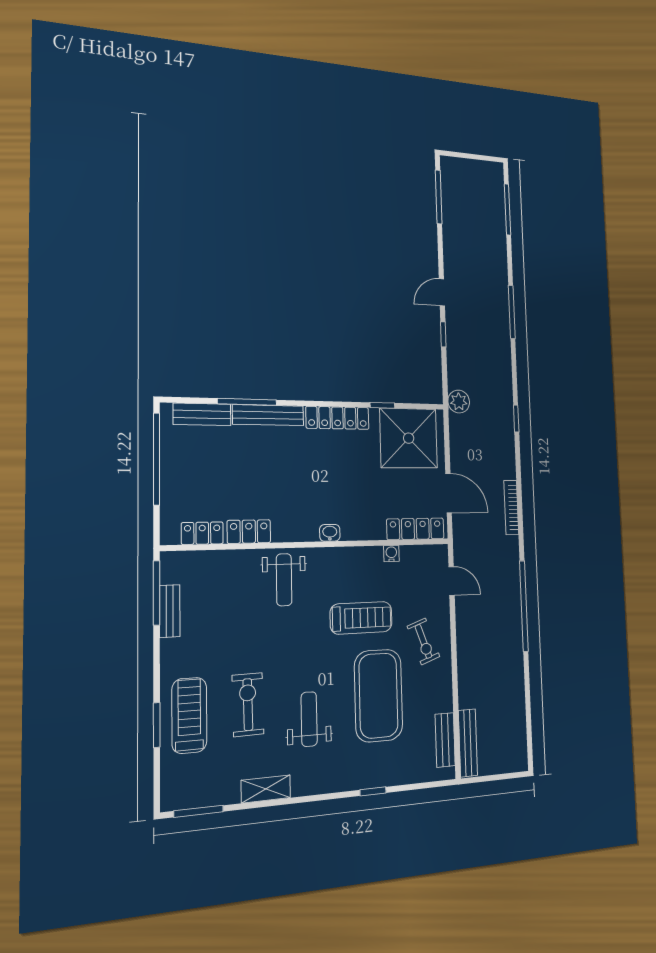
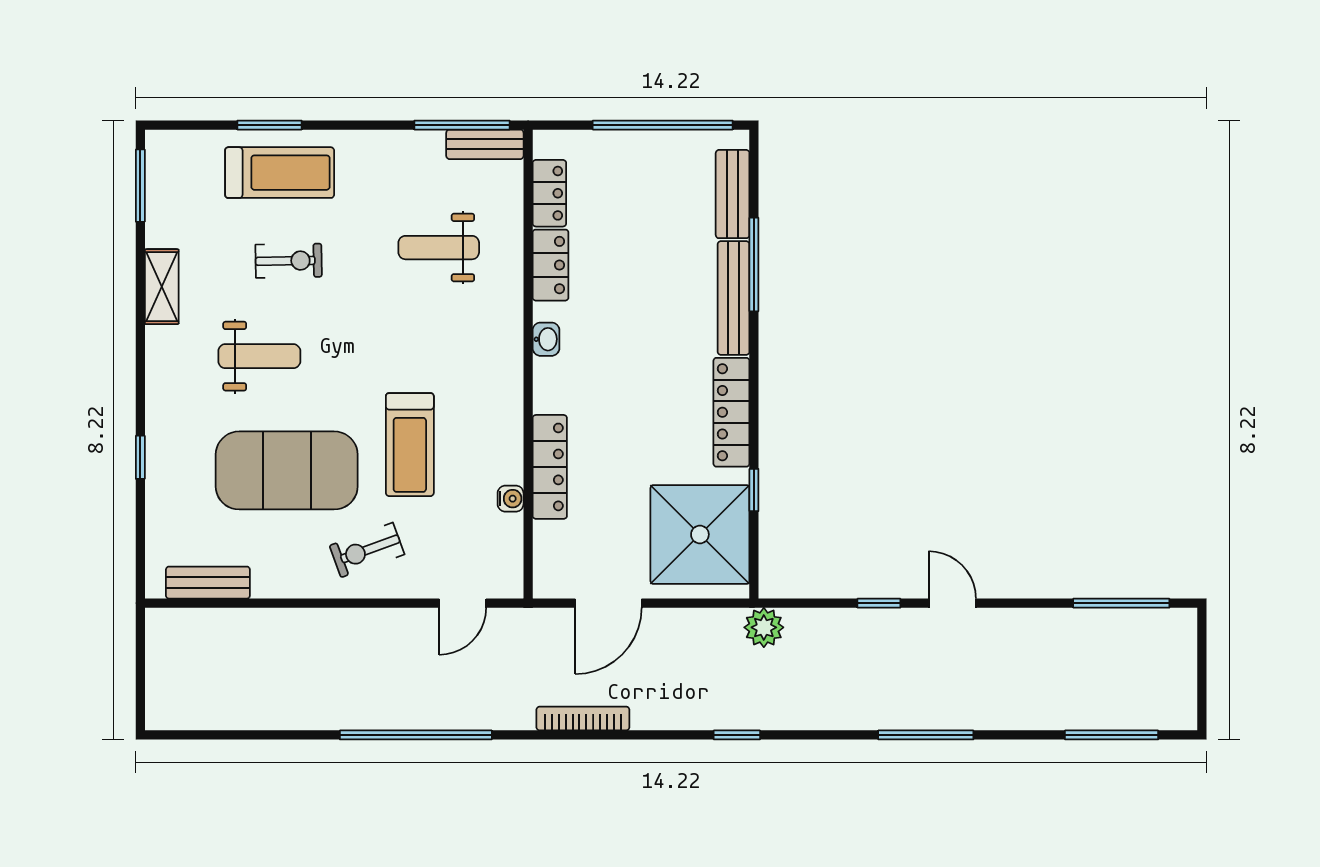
locker: (415, 529) -> (550, 467), moved
washbasin: (330, 533) -> (546, 339), moved
weight bench: (284, 580) -> (439, 248), moved
bench: (170, 611) -> (485, 144), moved
exercise bike: (248, 705) -> (289, 261), width x0.73, depth x0.72
bench: (468, 743) -> (200, 623), removed

